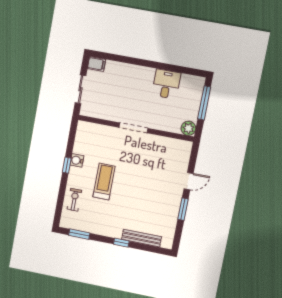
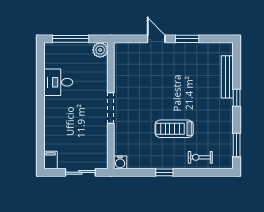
water cooler: (77, 160) -> (120, 162), moved

